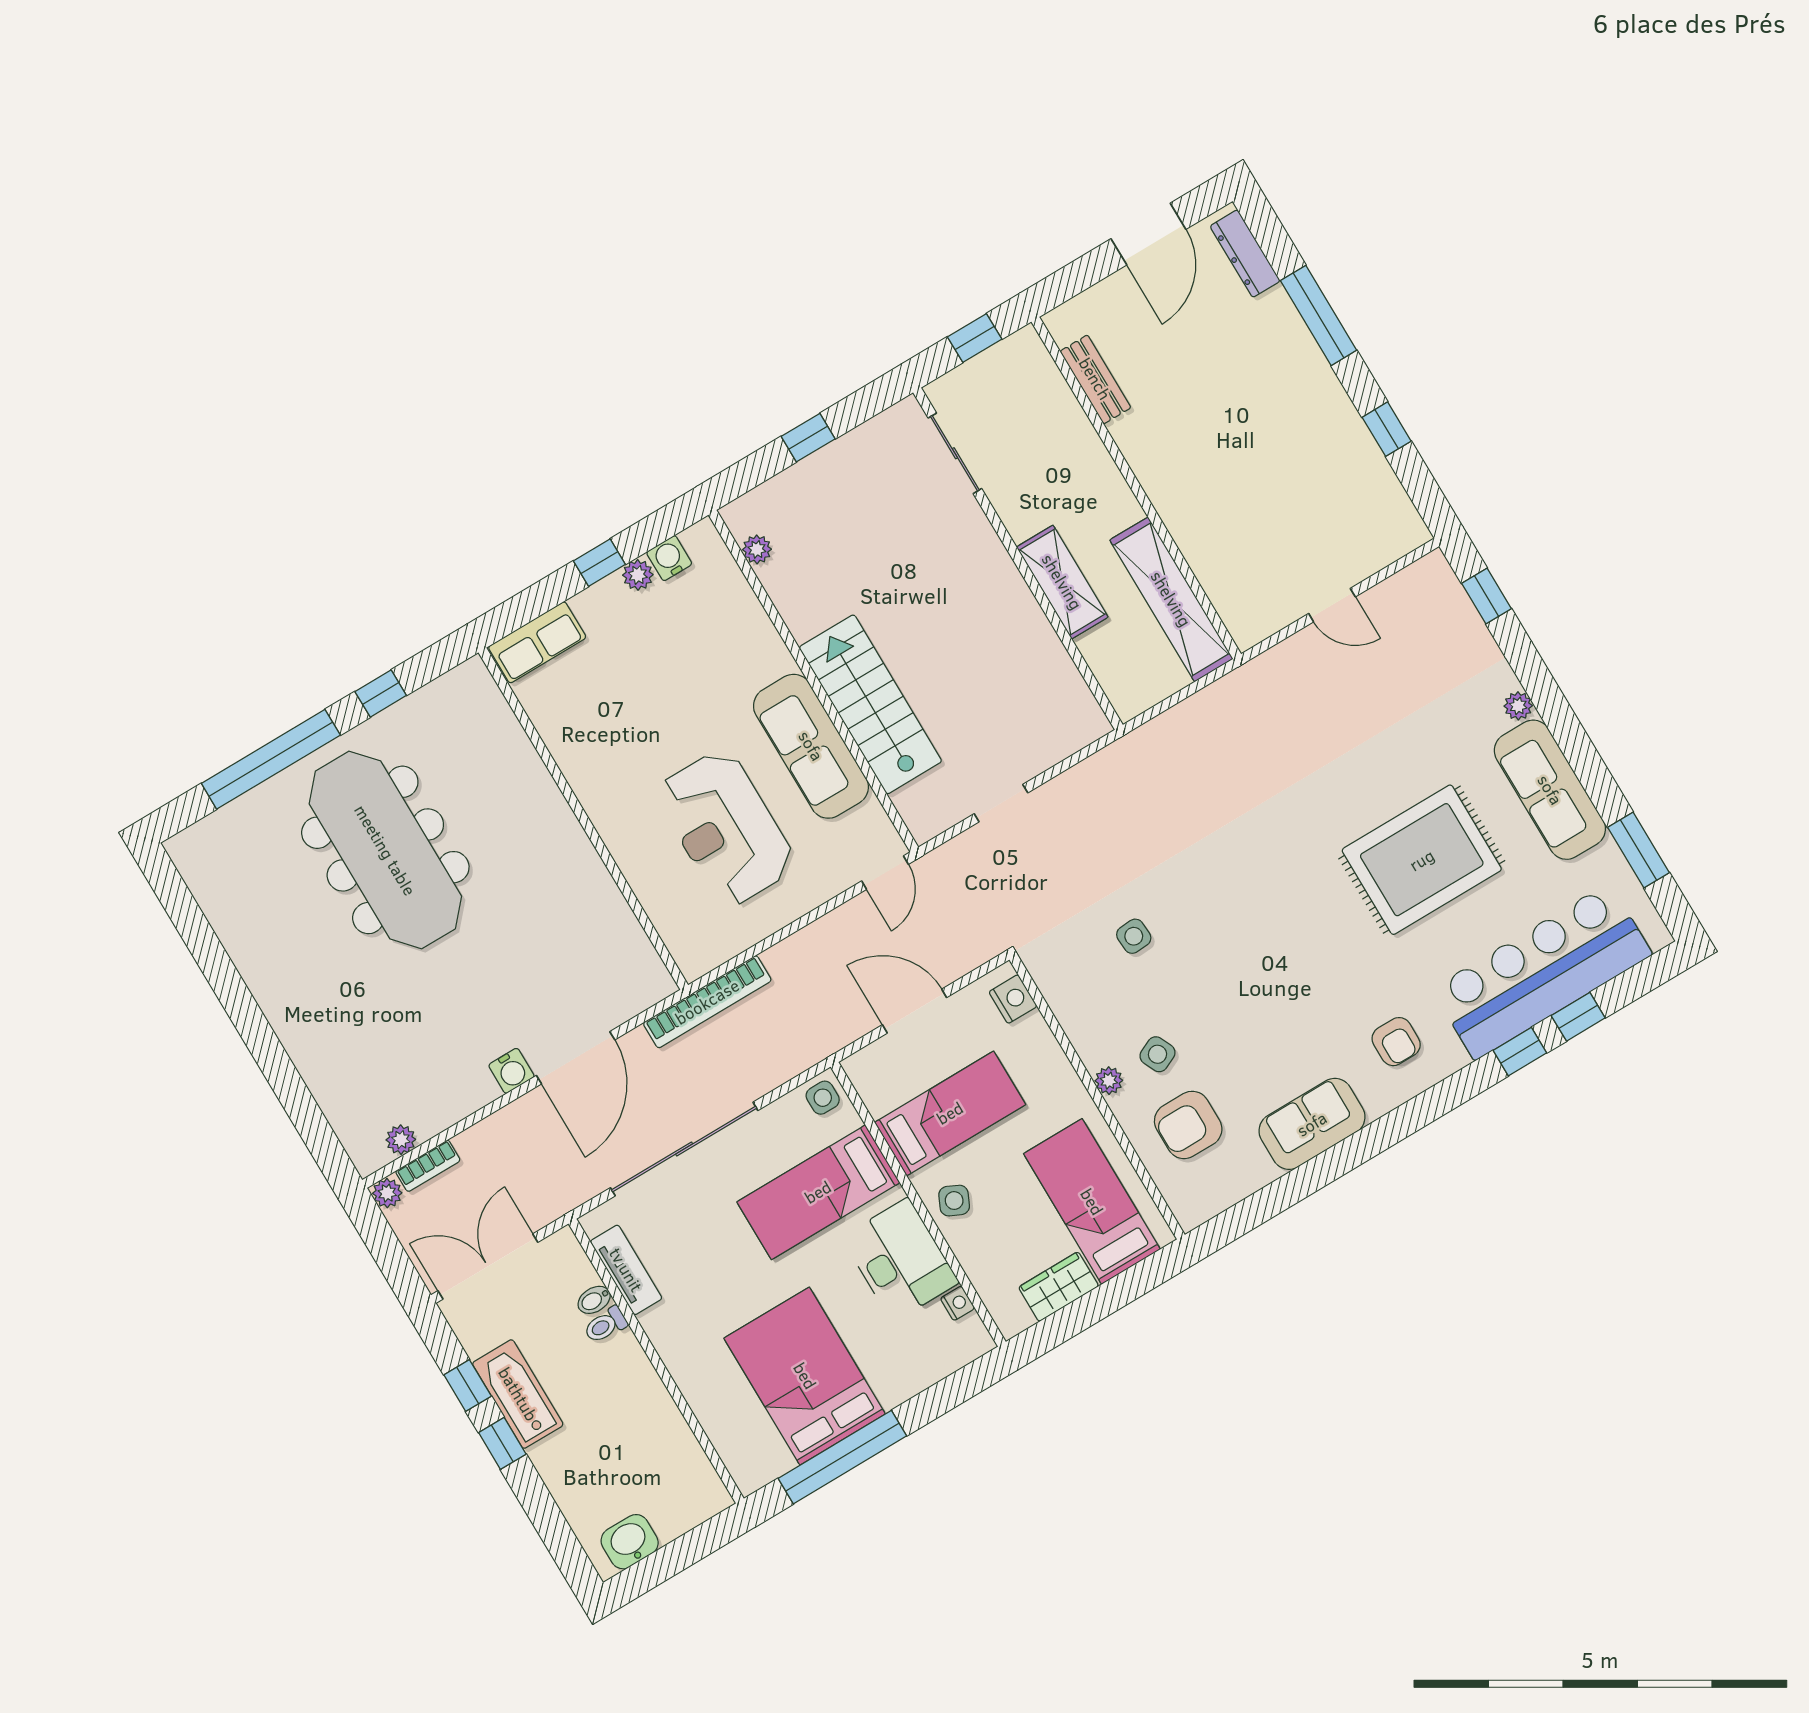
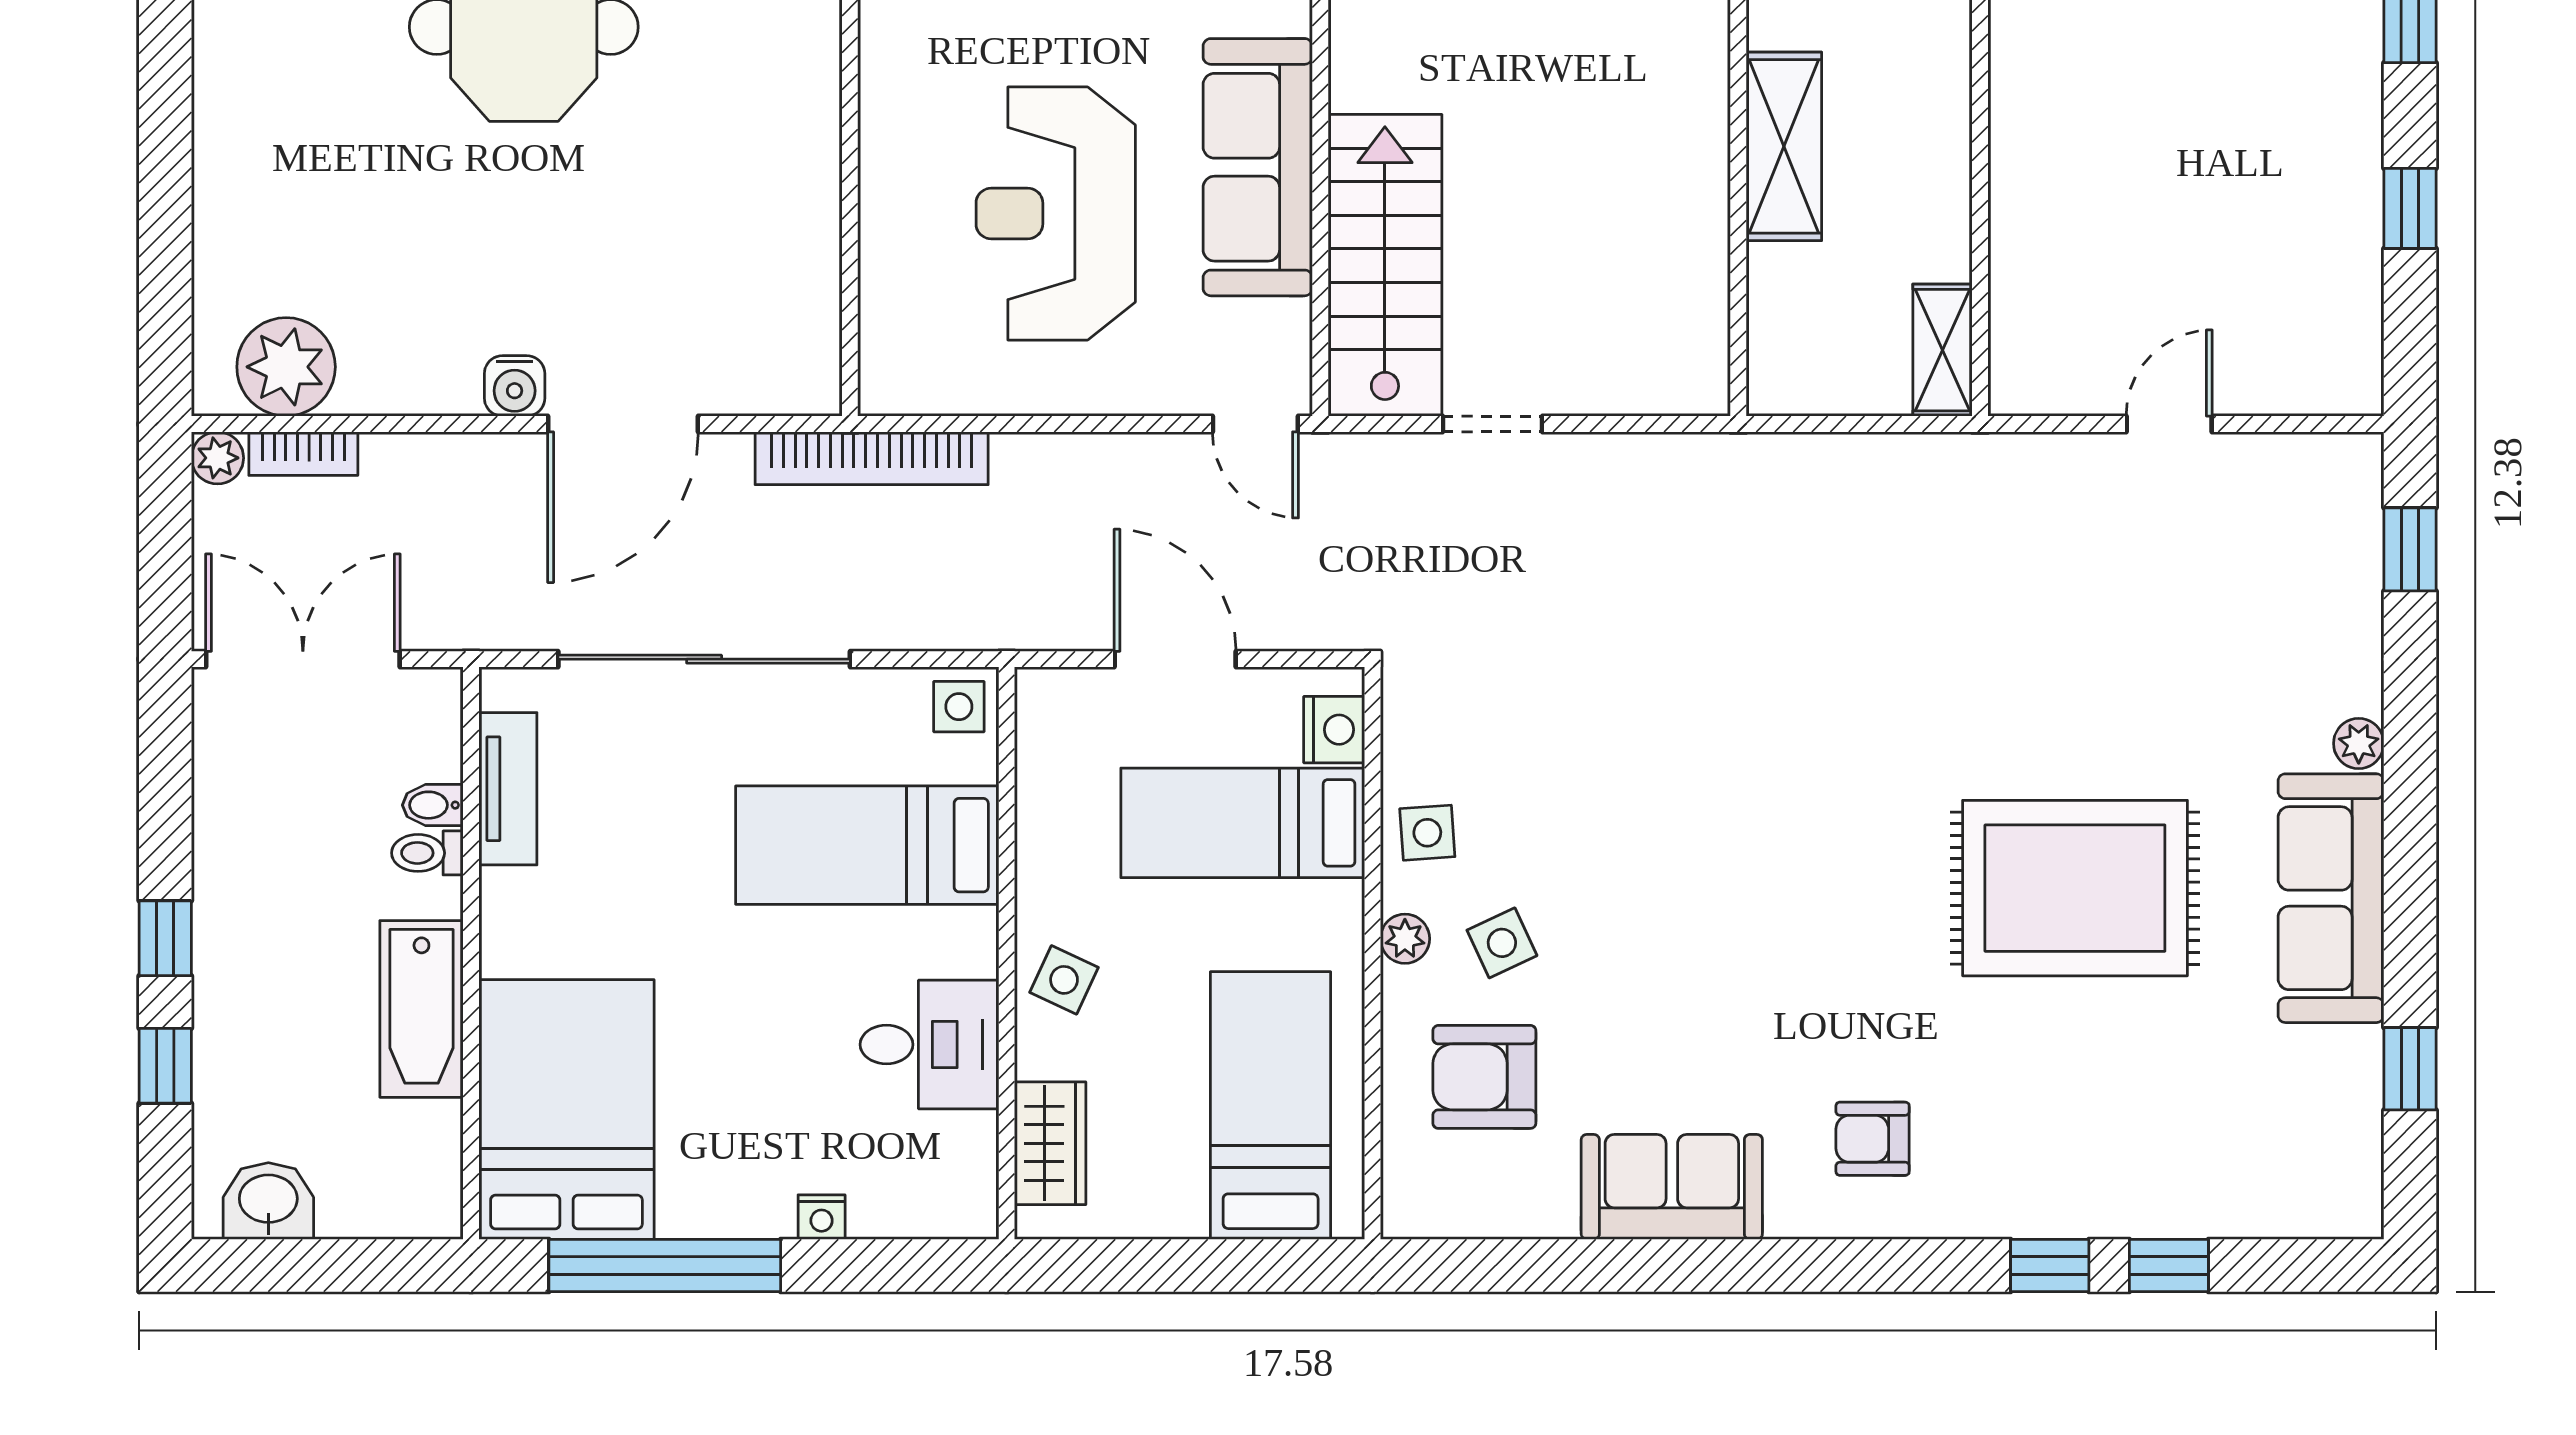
shelving: (1171, 599) -> (1942, 350), width x0.45, depth x0.75
door: (1332, 605) -> (2169, 424), swing flipped
stairs: (870, 704) -> (1385, 265), moved
window: (1639, 850) -> (2410, 1069), width x0.67
door: (885, 873) -> (1255, 424), hinge flipped
side table: (1134, 936) -> (1427, 833), moved
bar counter: (1542, 972) -> (2155, 1165), removed
armchair: (1396, 1042) -> (1873, 1139), turned 90
bed: (950, 1113) -> (1243, 823), moved, turned 180
plant: (401, 1140) -> (286, 367), width x1.87, depth x1.87
desk: (900, 1260) -> (929, 1045), width x0.73
wardrobe: (1059, 1287) -> (1050, 1143), moved, turned 90
nightstand: (958, 1303) -> (822, 1217), moved, turned 90
bed: (805, 1376) -> (566, 1109), moved
window: (468, 1385) -> (165, 1066), moved
bathtub: (518, 1394) -> (421, 1009), moved, turned 180

